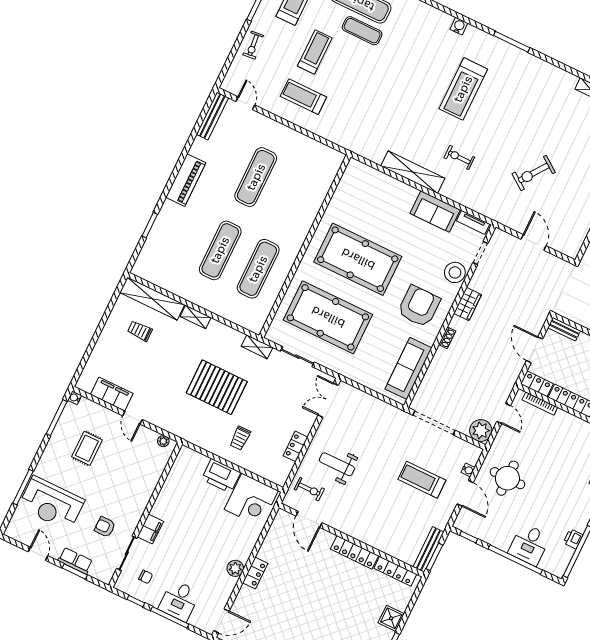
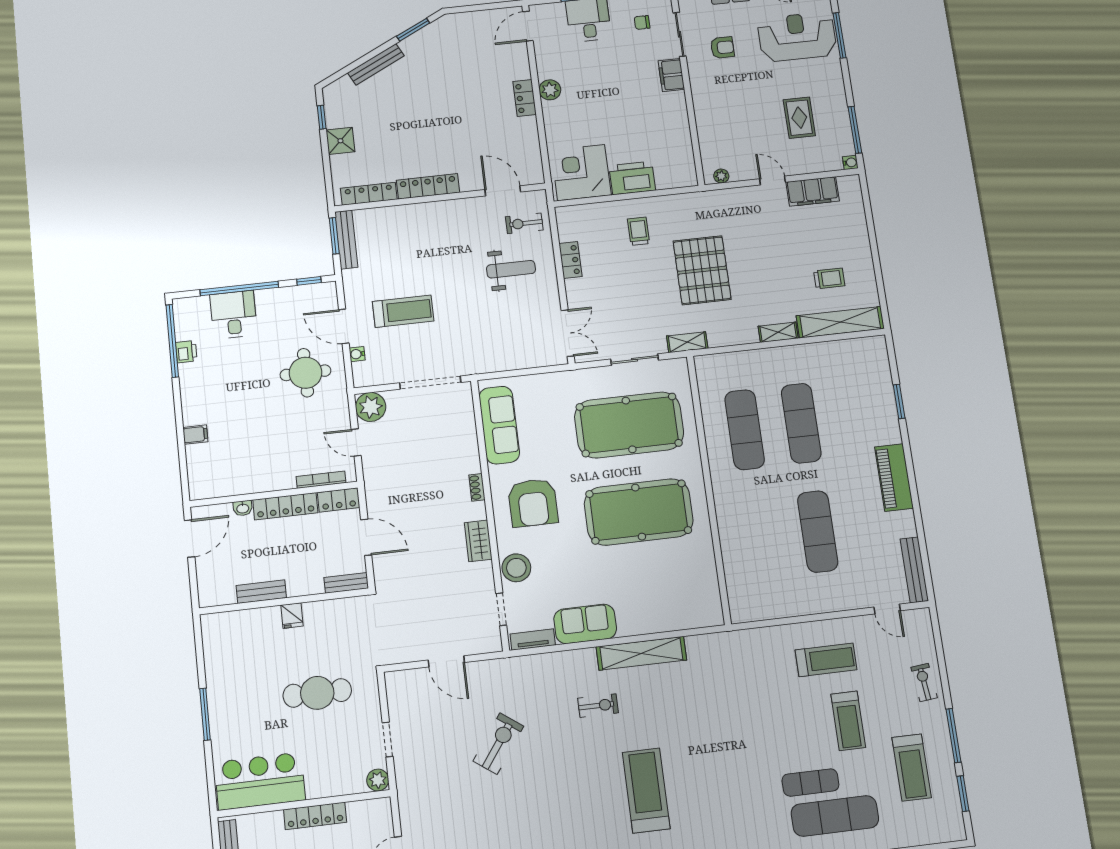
pallet: (217, 387) -> (702, 270), turned 90

